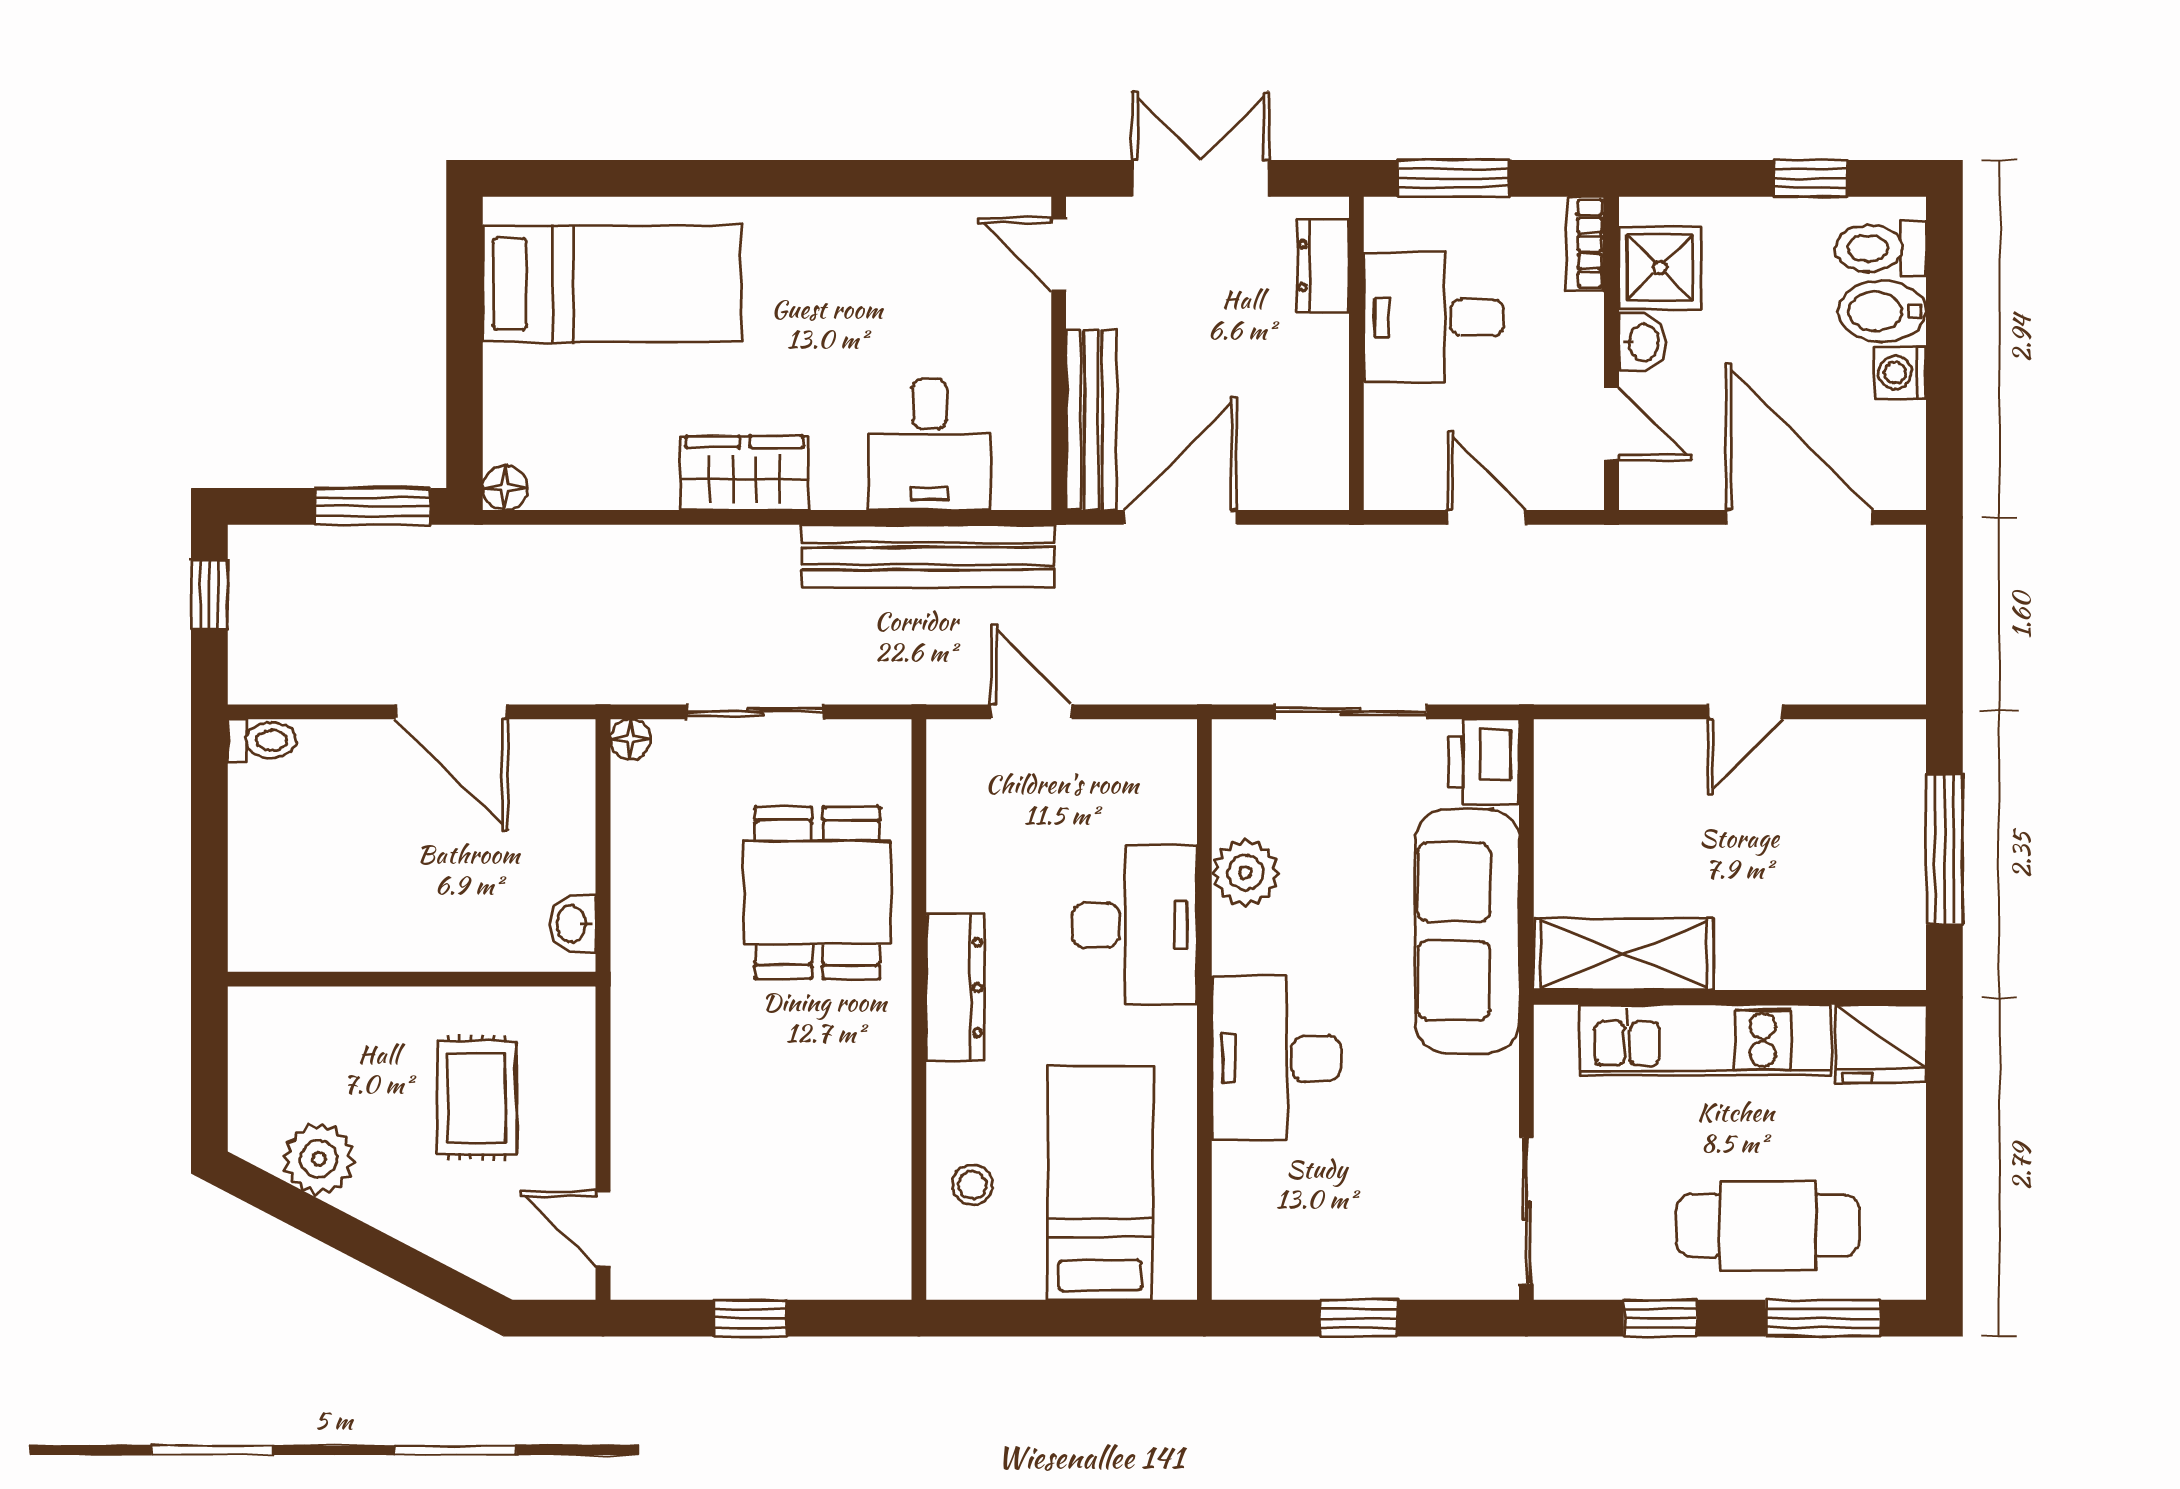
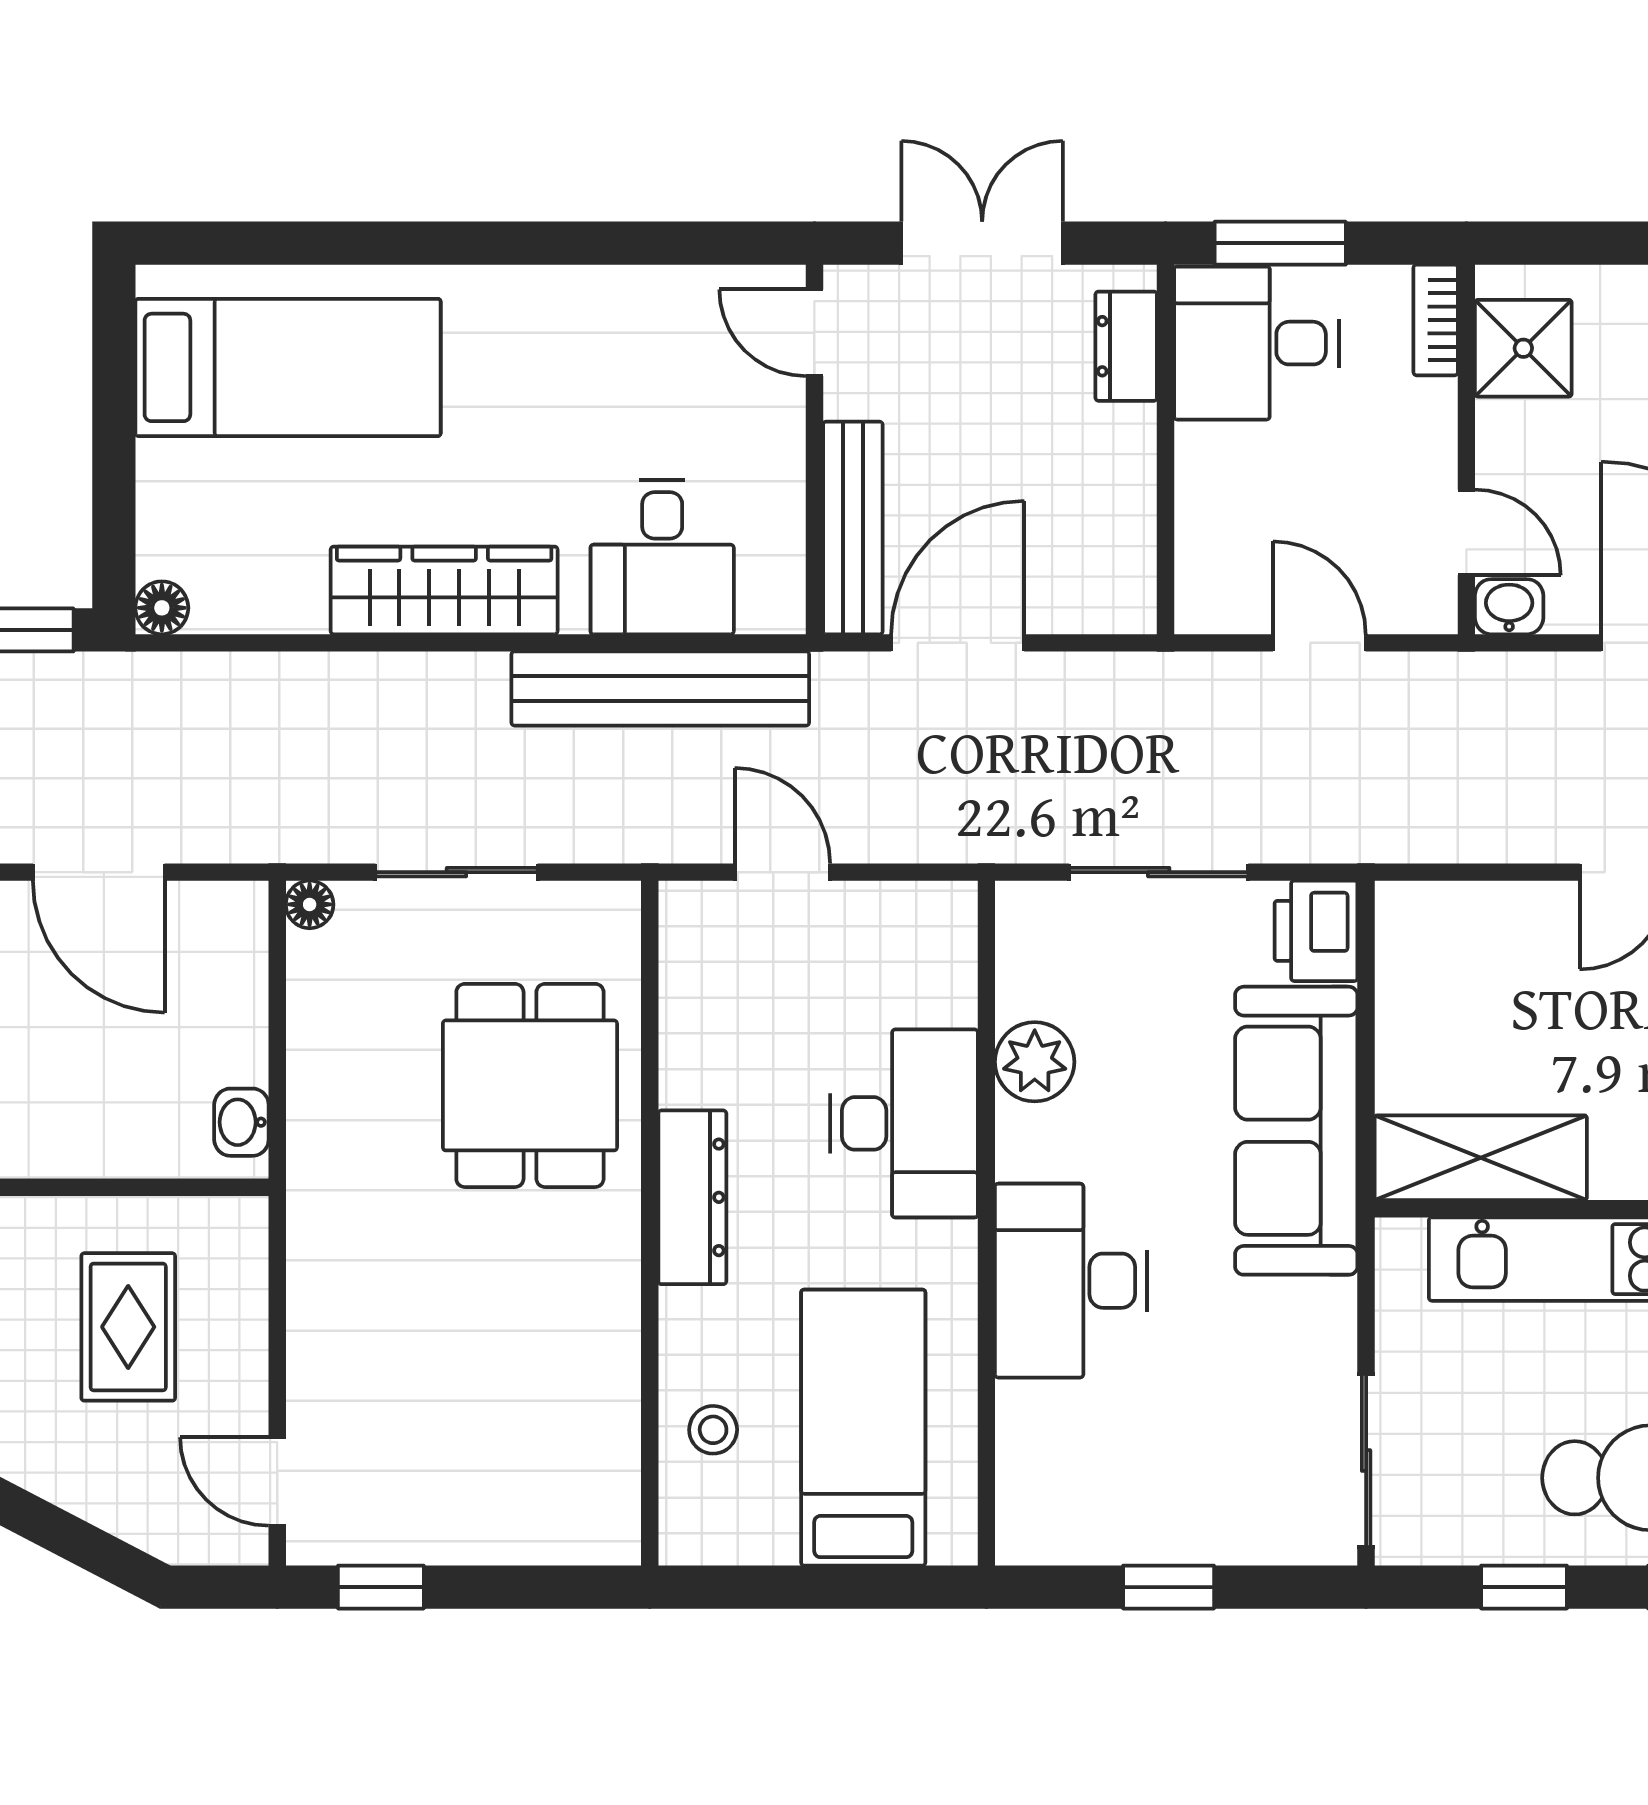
desk: (1434, 317) -> (1257, 343), moved
washbasin: (1642, 342) -> (1509, 607), moved, turned -90
wardrobe: (745, 473) -> (444, 590), width x1.50
window: (750, 1318) -> (381, 1587), moved

